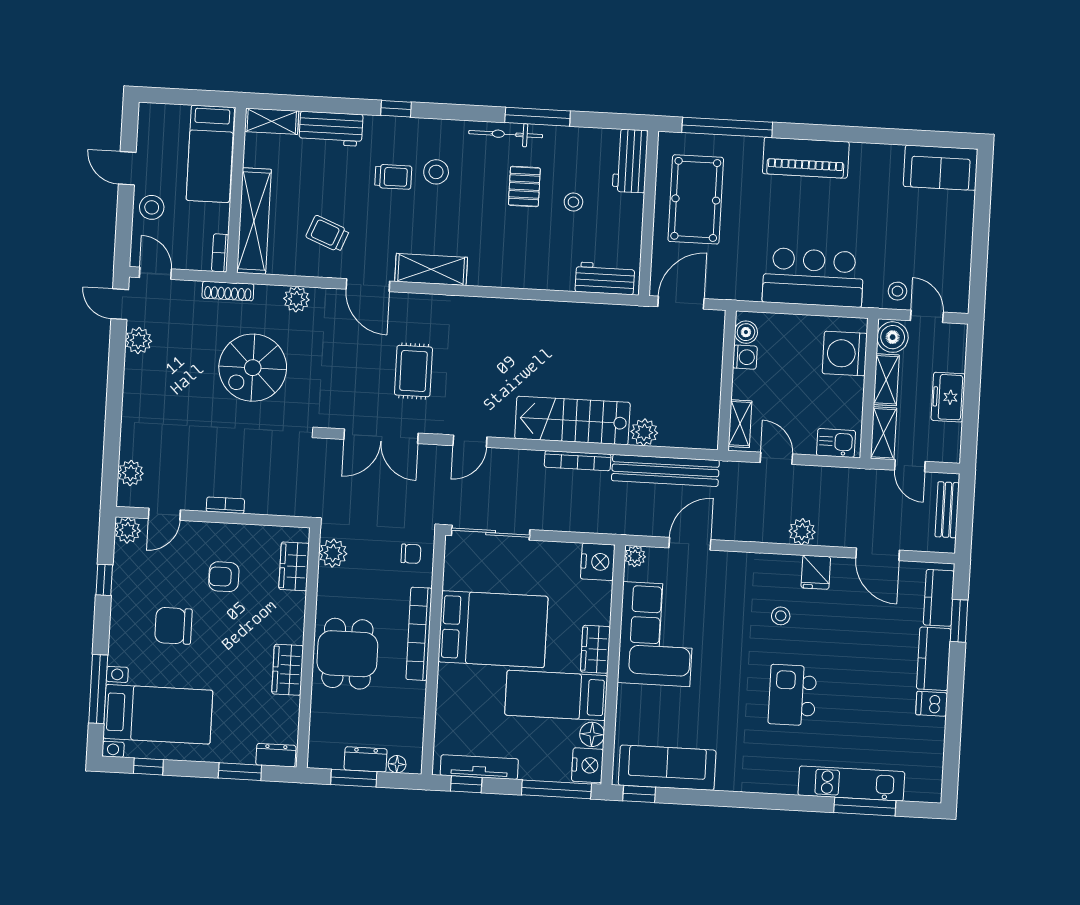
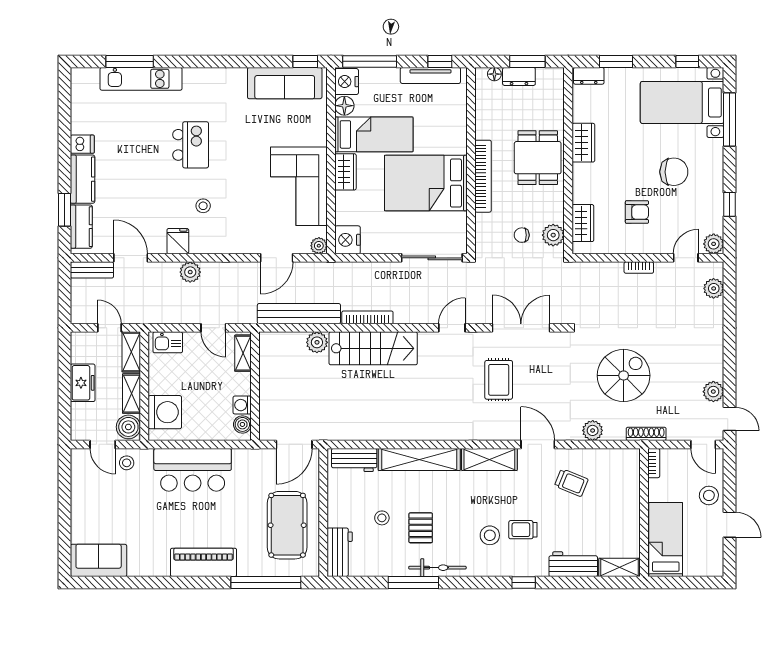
shelving: (254, 221) -> (419, 460), moved, turned 90
bench: (947, 510) -> (92, 270), moved, turned 90
chair: (411, 554) -> (522, 235), moved

